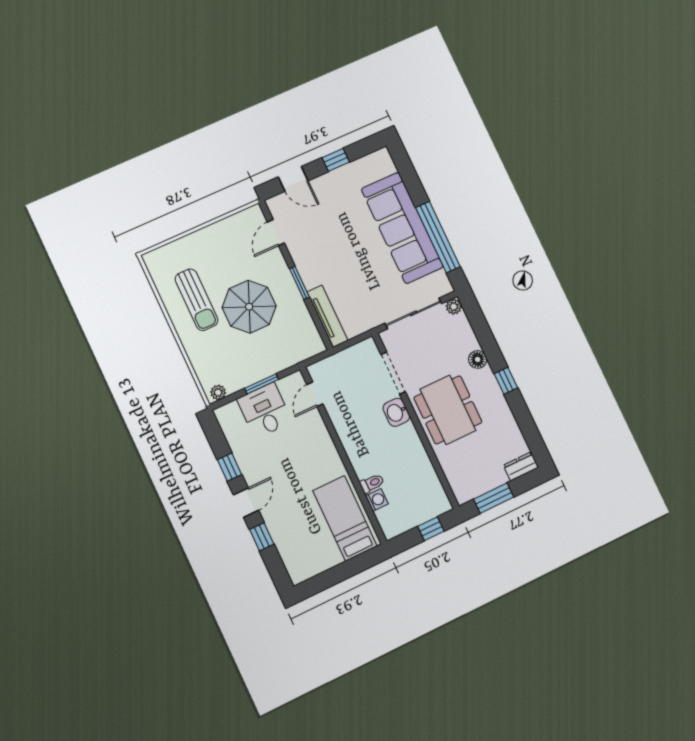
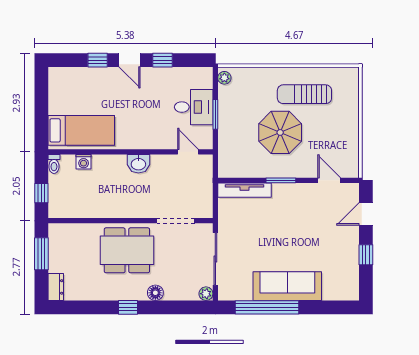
sofa: (402, 228) -> (287, 286), width x0.74, depth x0.79
washbasin: (396, 412) -> (138, 164), moved, turned 180
toilet: (372, 483) -> (54, 164), moved

